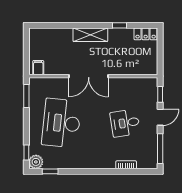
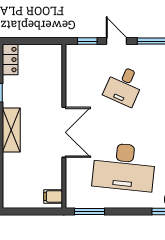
desk: (125, 123) -> (124, 86), turned 33

